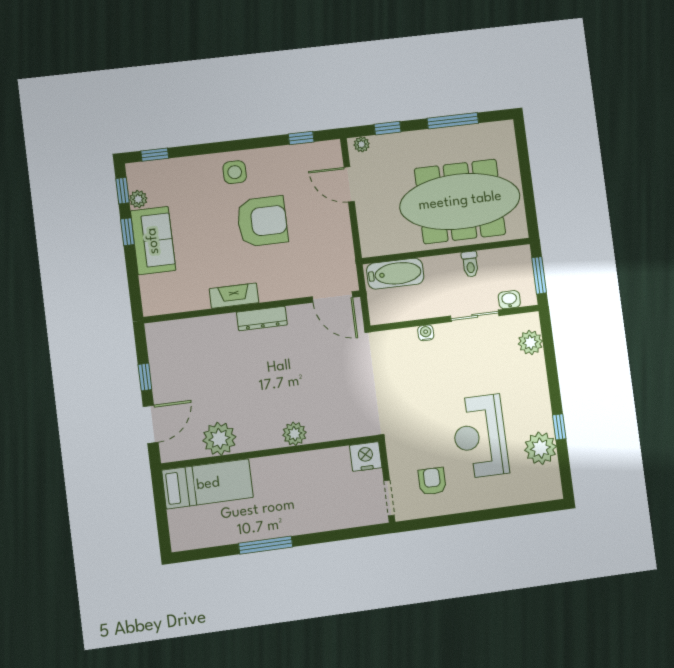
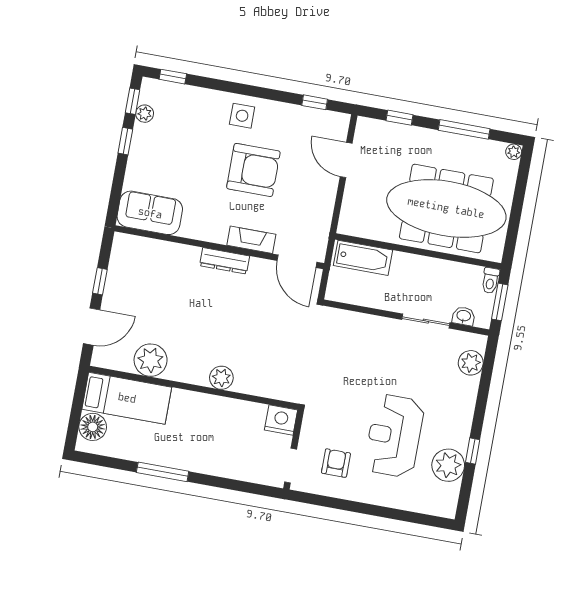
plant: (362, 144) -> (514, 152), moved
sofa: (153, 241) -> (150, 213), moved, turned -90
toilet: (470, 264) -> (490, 281), moved
fireplace: (234, 296) -> (251, 240), moved
water cooler: (426, 333) -> (374, 323), removed
floor lamp: (182, 523) -> (93, 427), added

